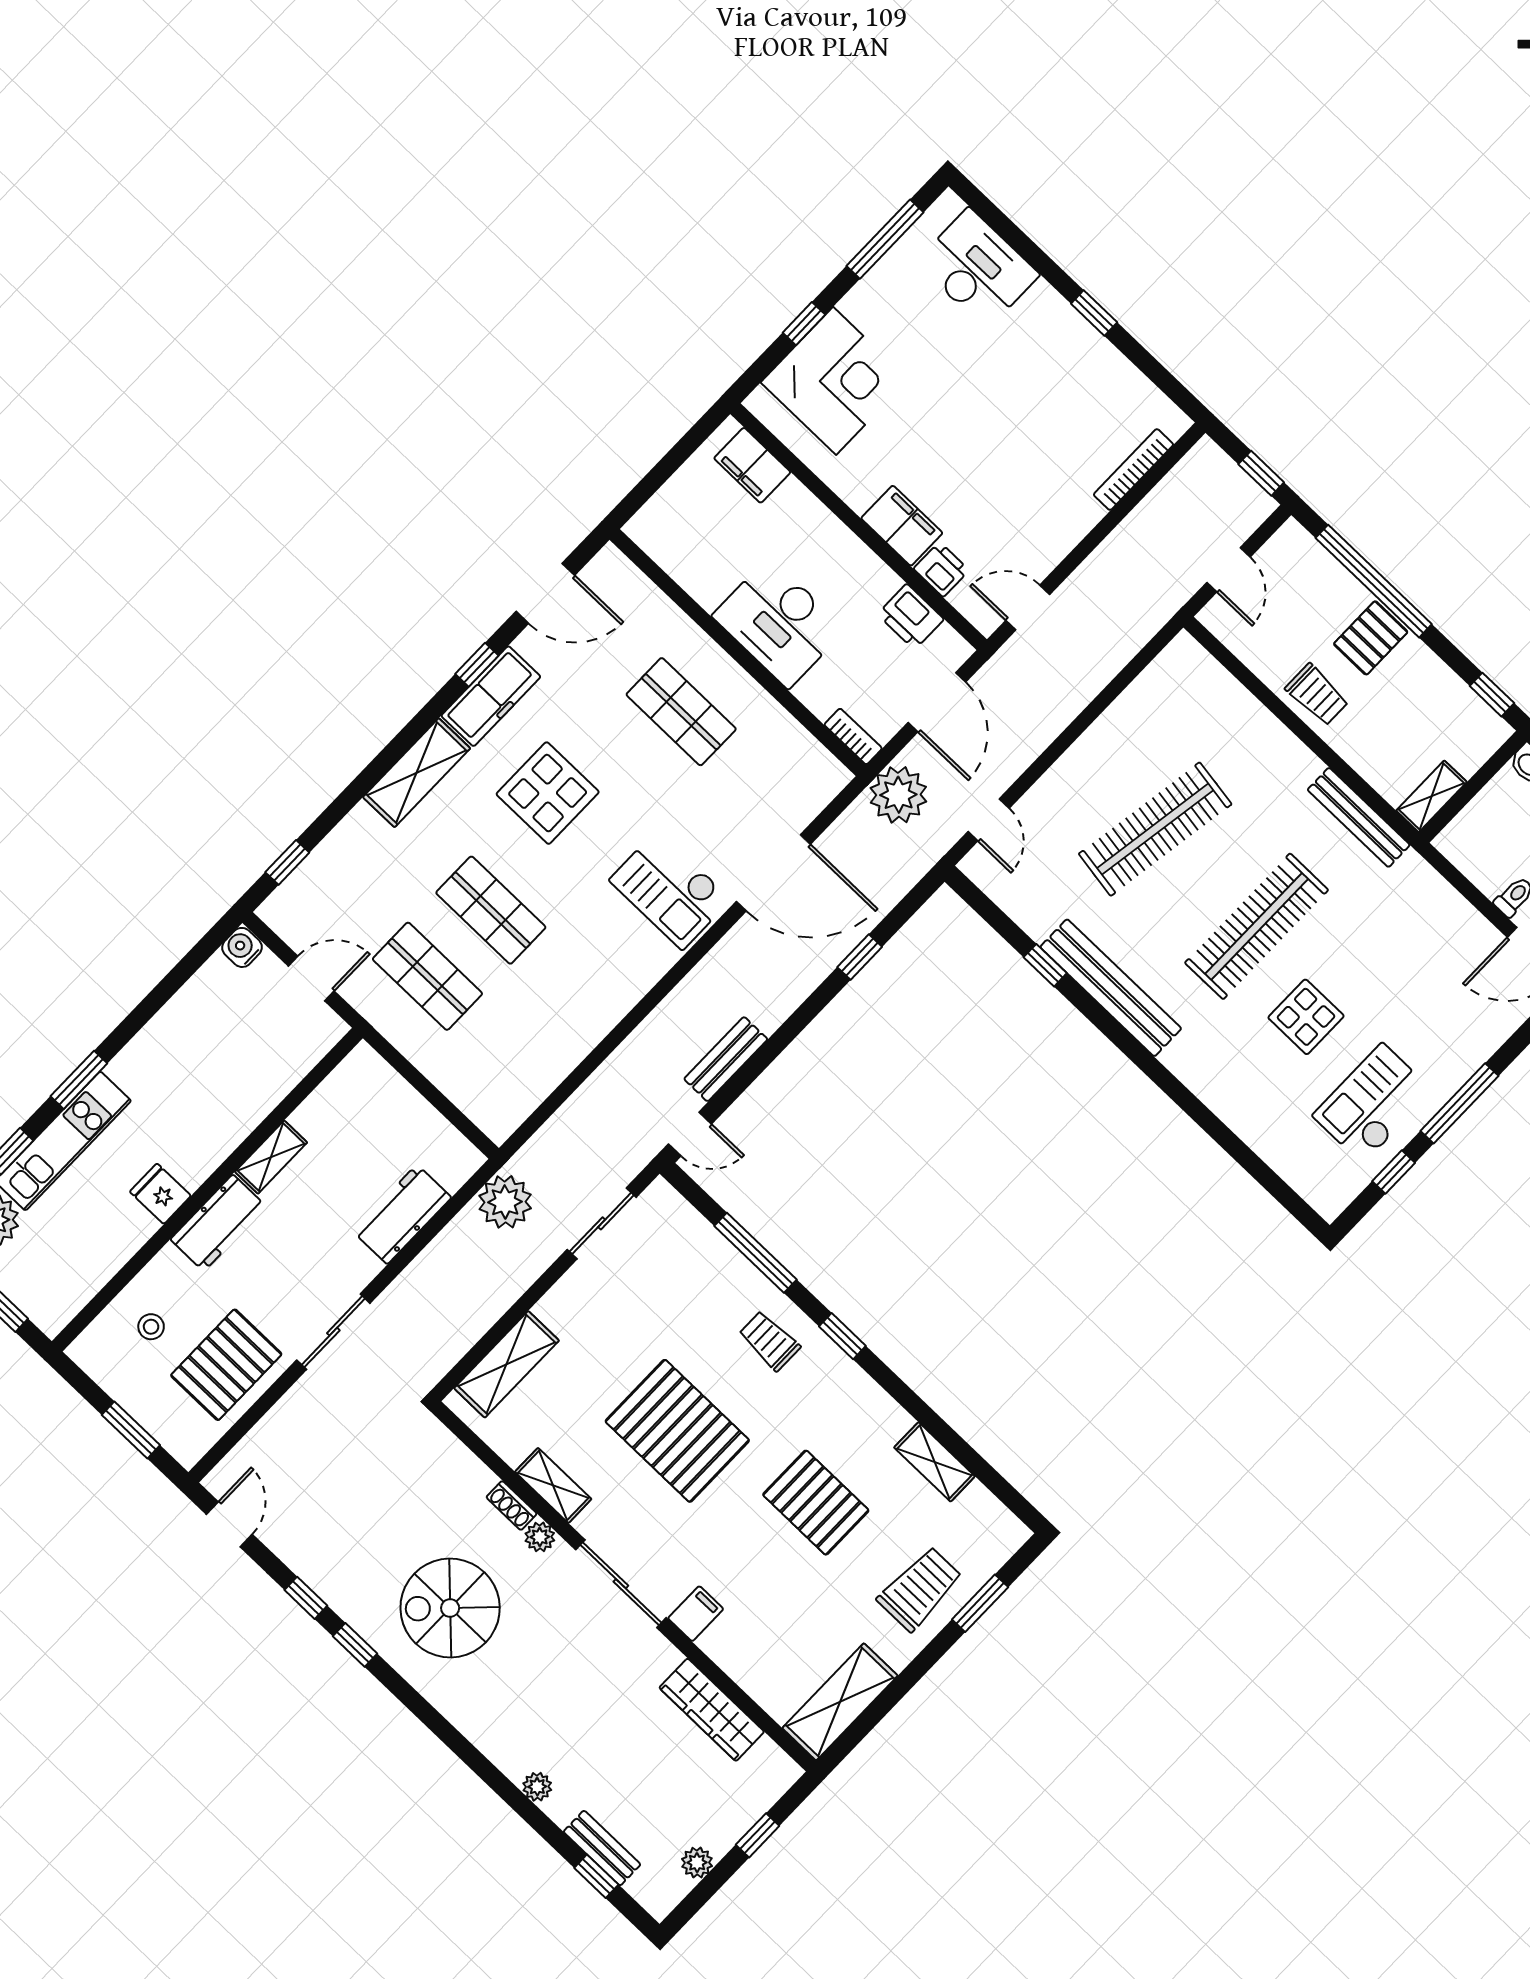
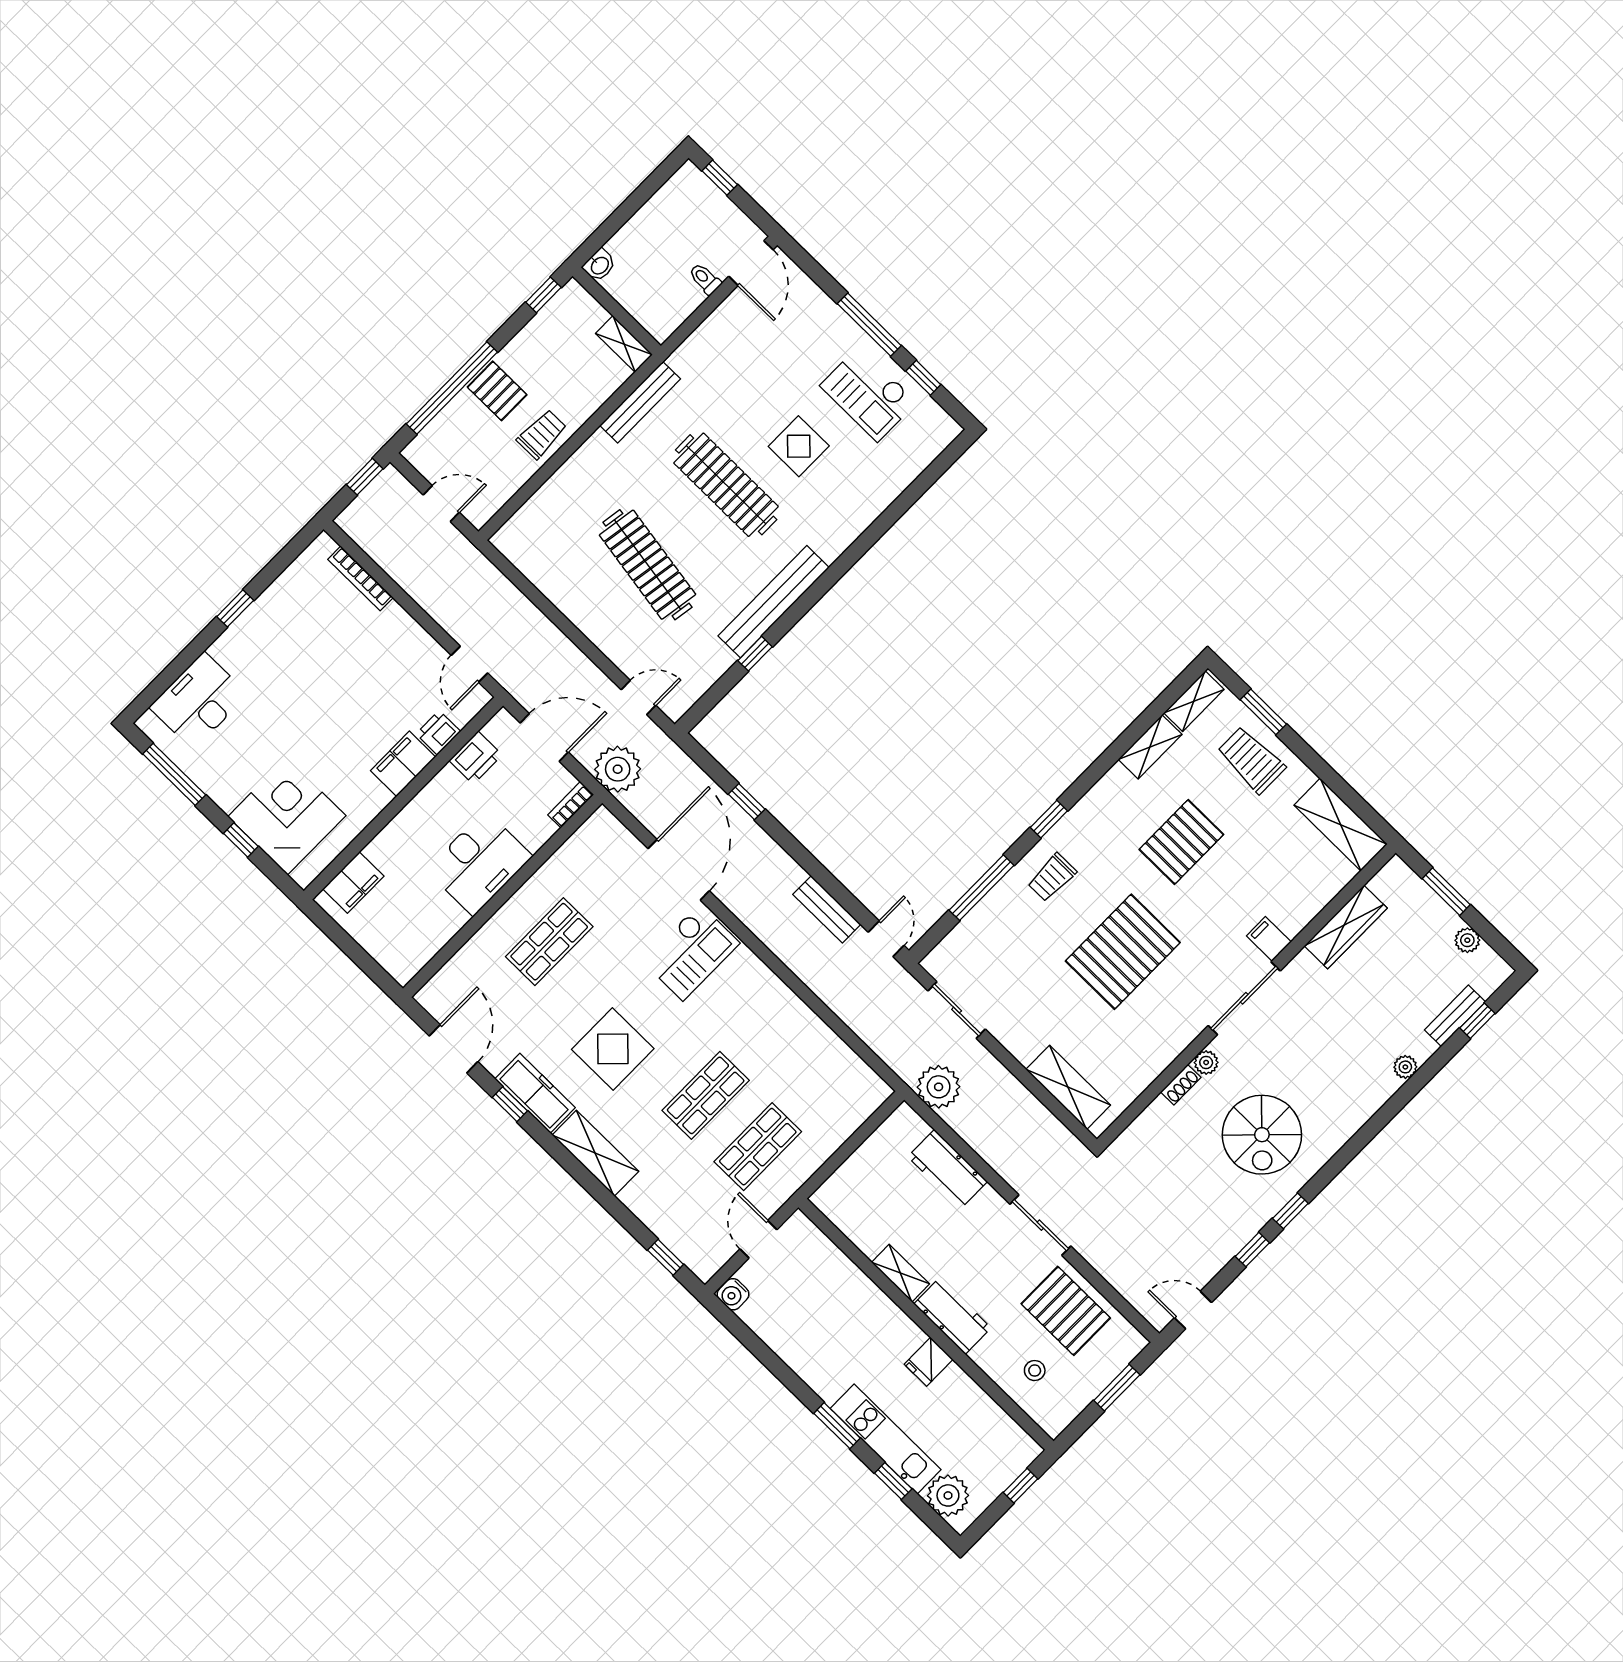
shelving: (553, 1485) -> (1194, 701), moved
window: (758, 1835) -> (1446, 892), width x1.50

